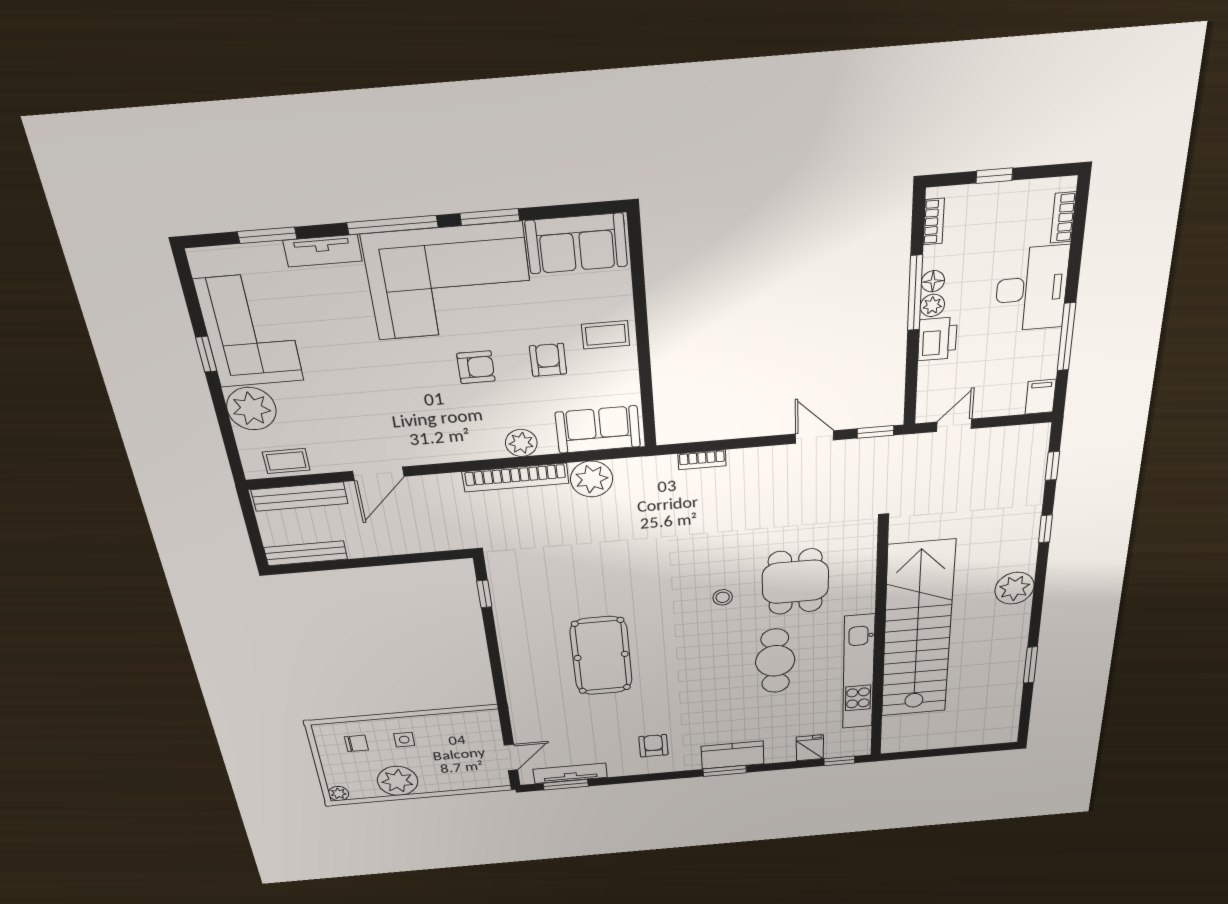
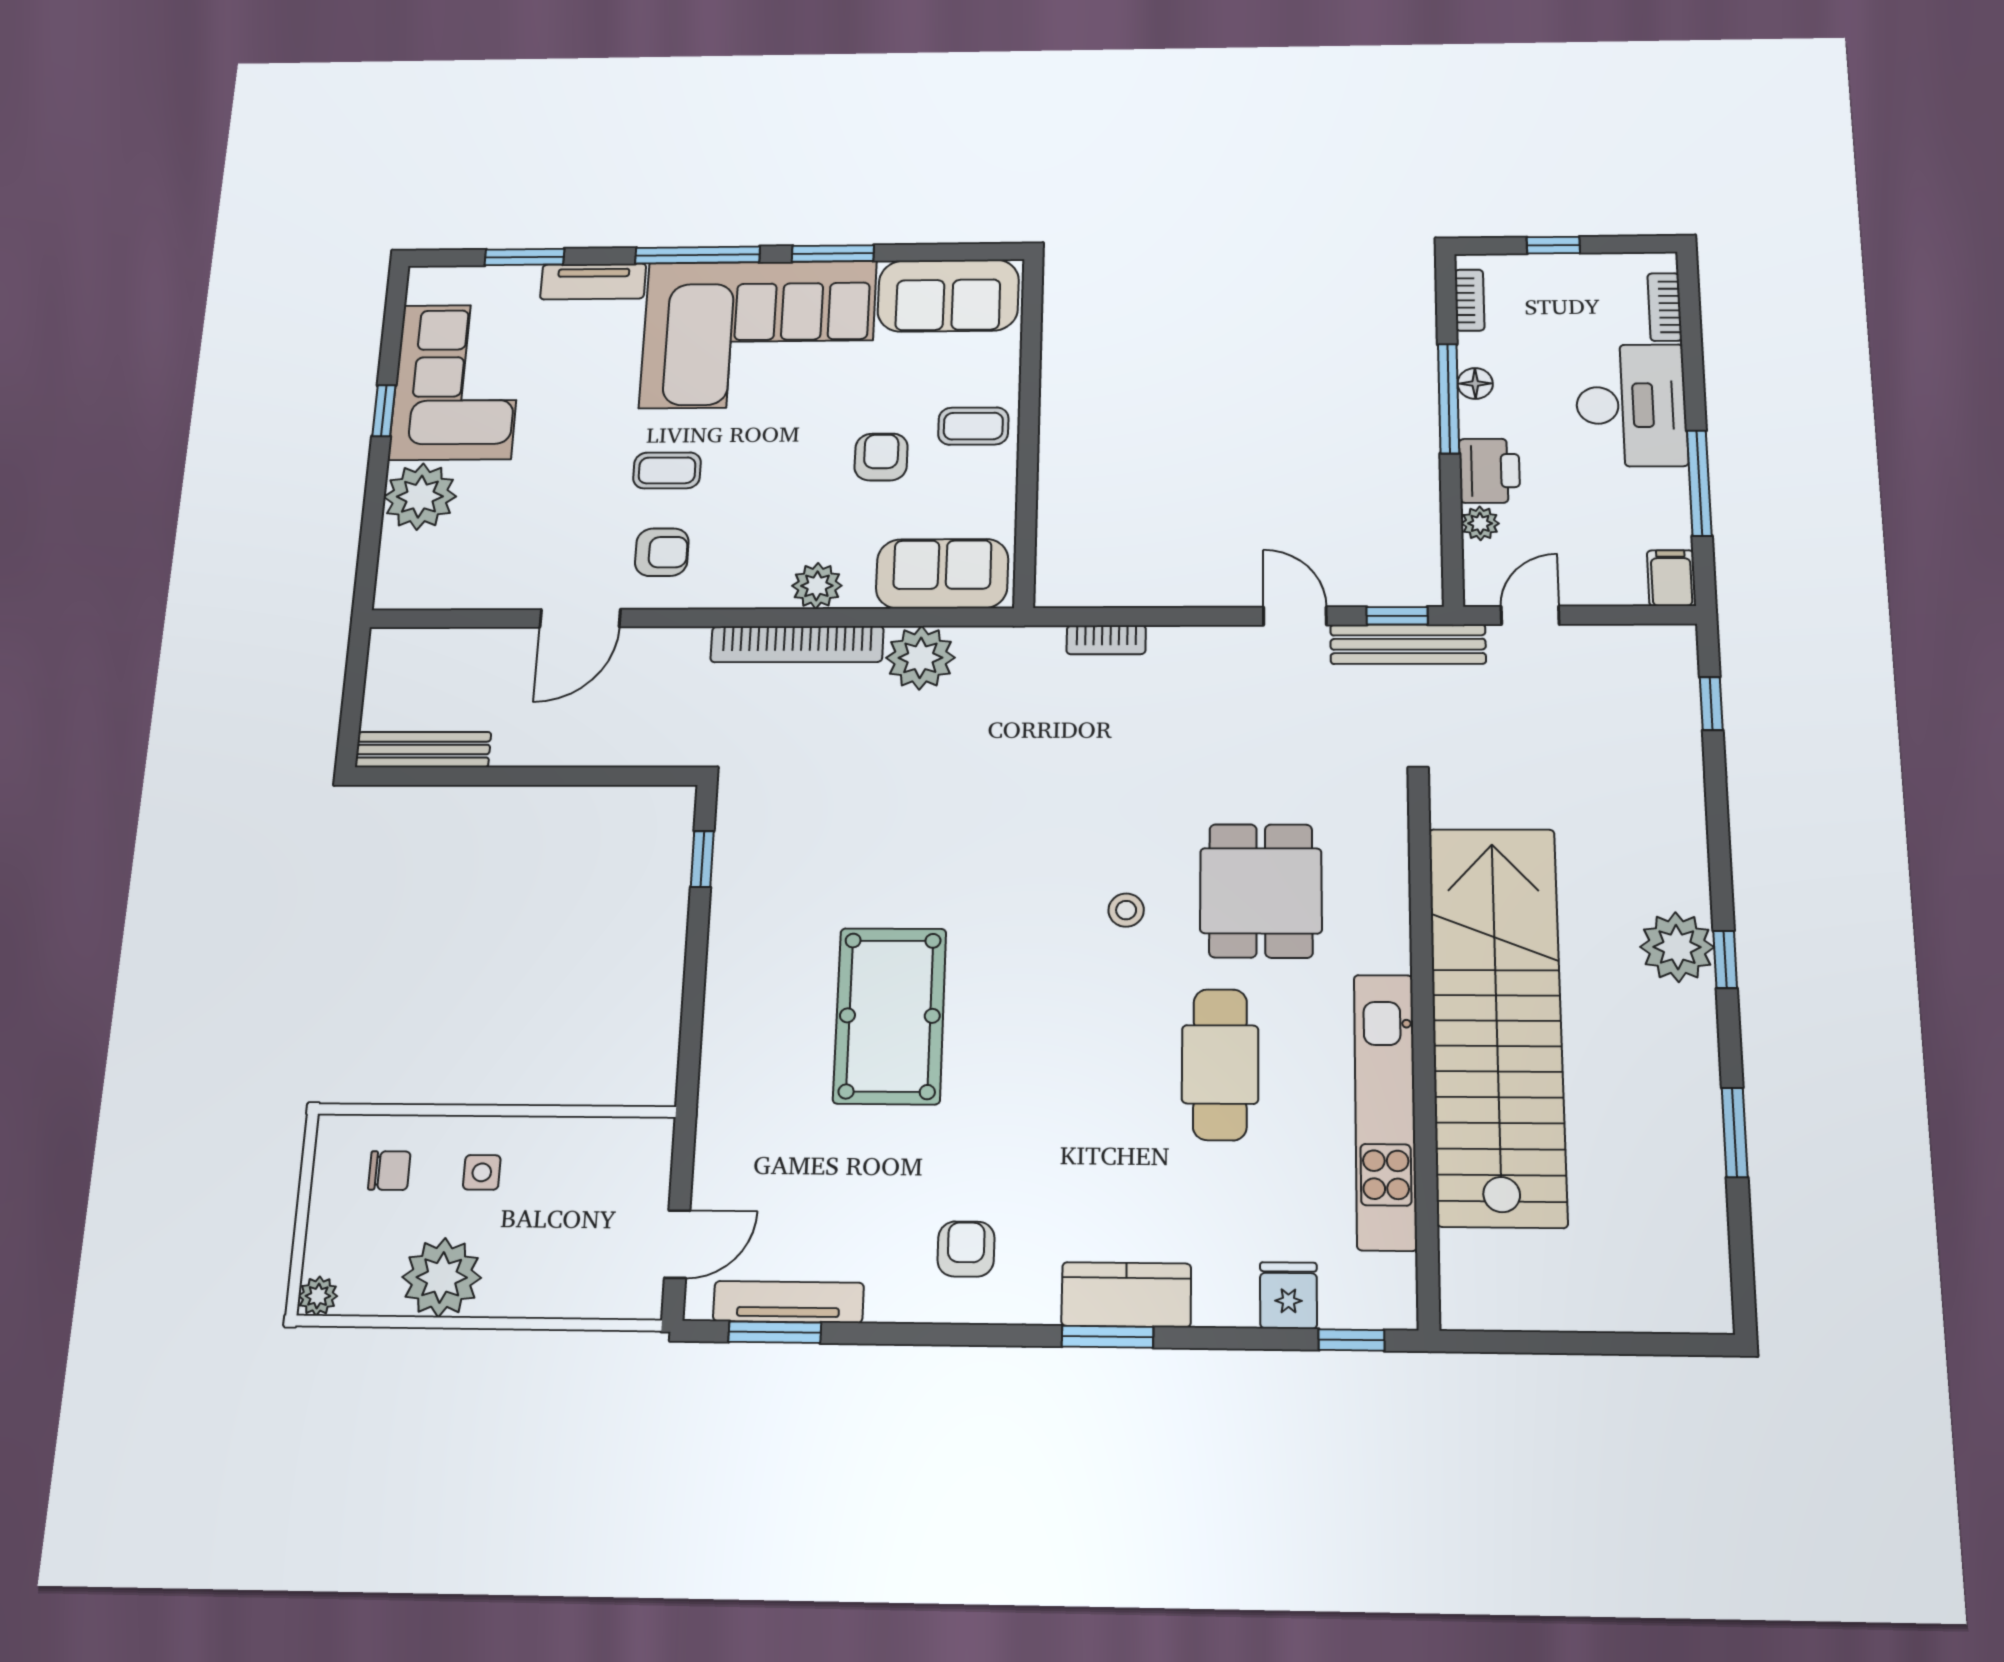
plant: (932, 305) -> (1480, 523), moved
armchair: (476, 367) -> (662, 552), moved
coffee table: (286, 461) -> (667, 470), moved
bench: (300, 497) -> (1408, 644), moved
window: (1045, 529) -> (1725, 959), moved

